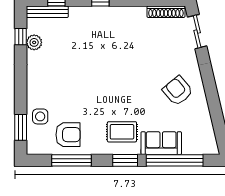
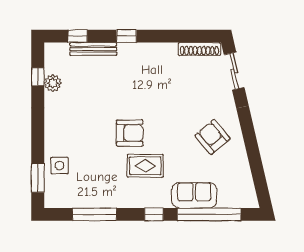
bench: (47, 12) -> (93, 49), moved
rug: (122, 132) -> (145, 166), moved
armchair: (68, 135) -> (130, 133), moved
window: (125, 160) -> (154, 214), width x0.67

